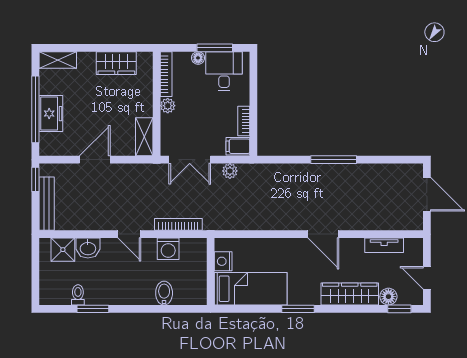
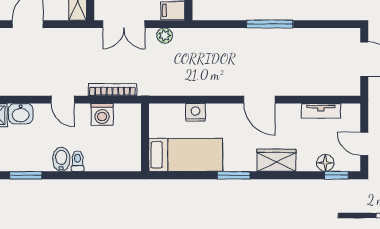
nightstand: (223, 261) -> (195, 112), moved, turned 90
bidet: (164, 293) -> (61, 159), moved
wardrobe: (350, 294) -> (276, 160), width x0.67
toilet: (78, 295) -> (78, 161), moved

